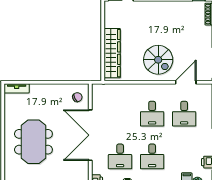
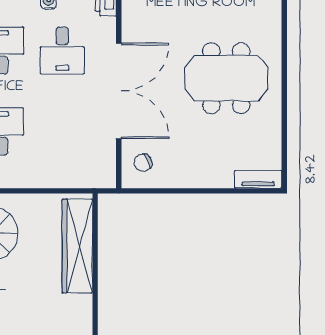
meeting table: (33, 142) -> (226, 78), turned 90
desk: (120, 156) -> (62, 50), turned 180

